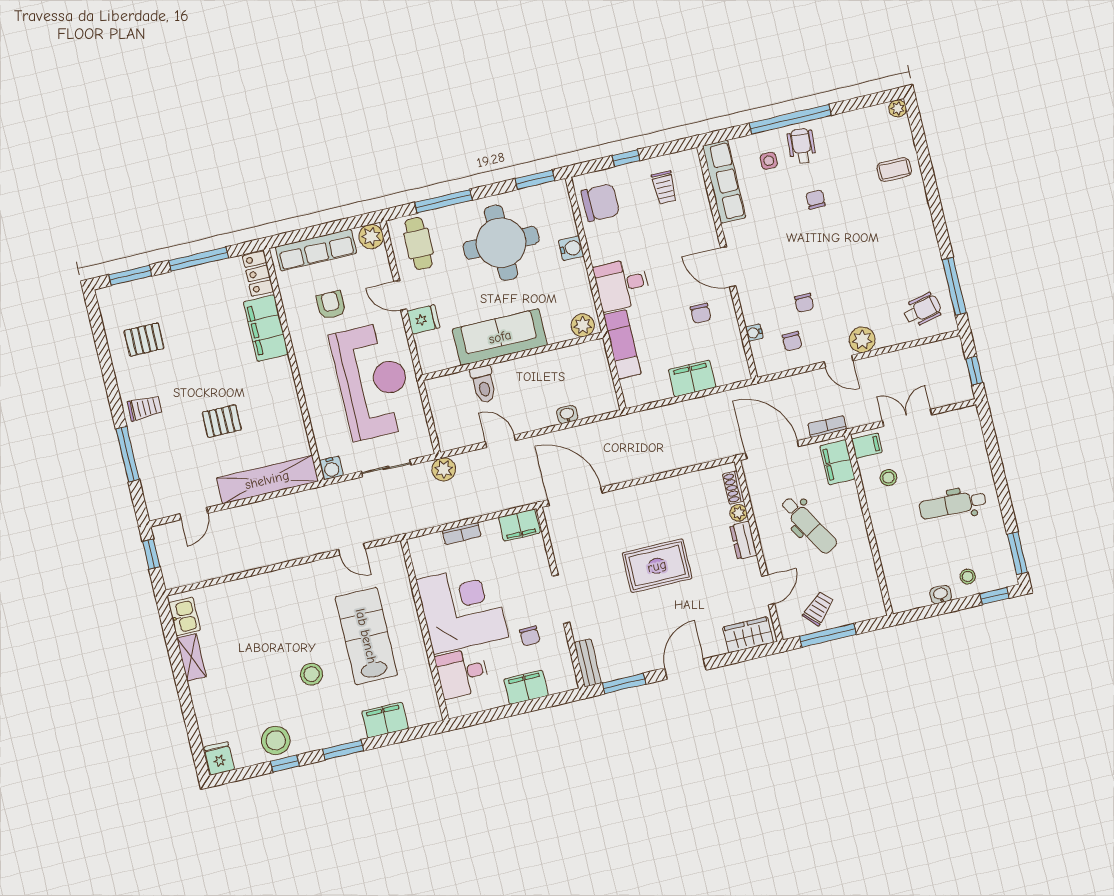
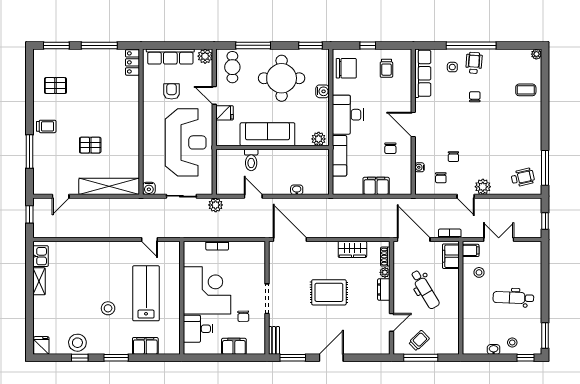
desk: (622, 284) -> (348, 115), width x1.37
filing cabinet: (266, 328) -> (130, 96), removed
filing cabinet: (519, 525) -> (253, 249), removed
wardrobe: (748, 635) -> (352, 249), moved, turned 180

